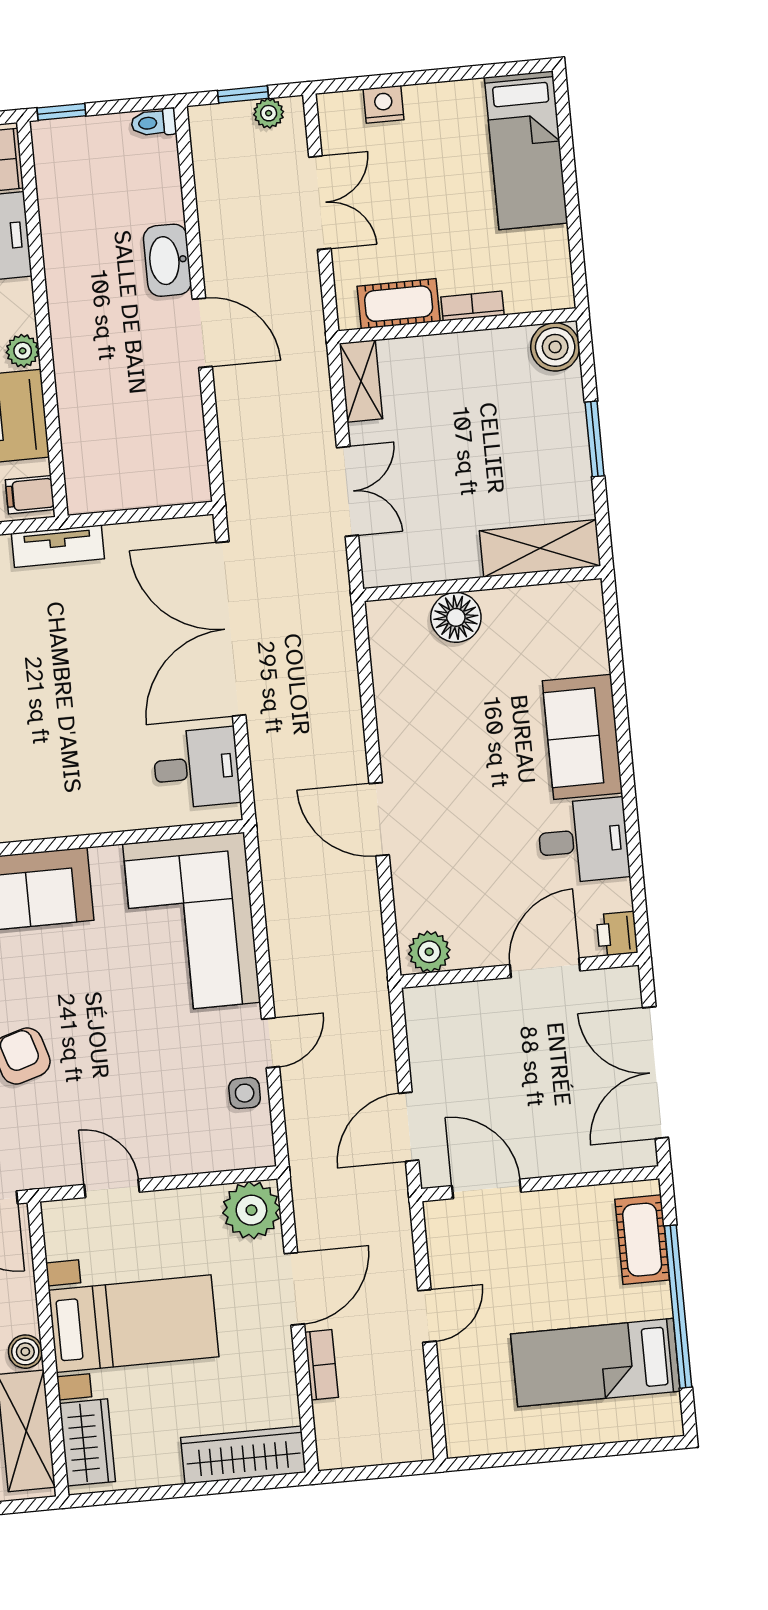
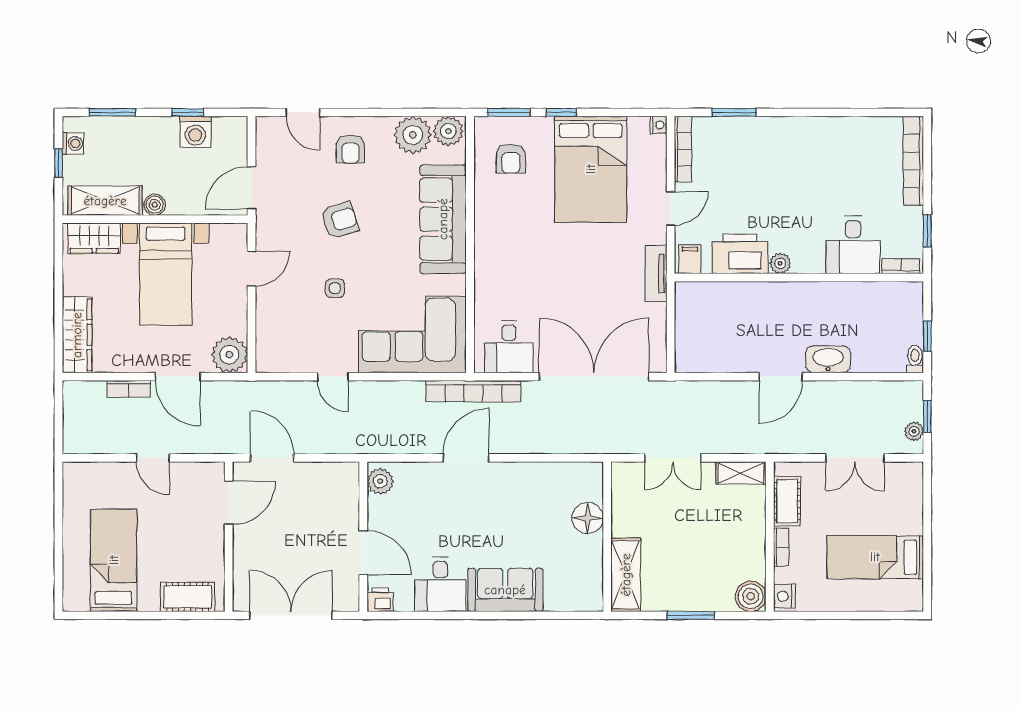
nightstand: (384, 104) -> (784, 596), moved, turned 180
window: (61, 112) -> (927, 336), moved
bed: (526, 150) -> (875, 557), moved
bookcase: (272, 818) -> (473, 391), added
side table: (245, 1093) -> (335, 288), moved
window: (678, 1307) -> (144, 615), removed

